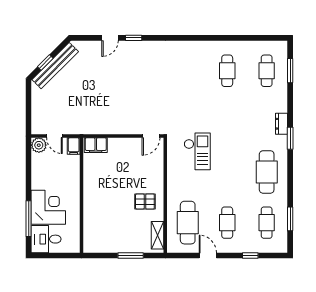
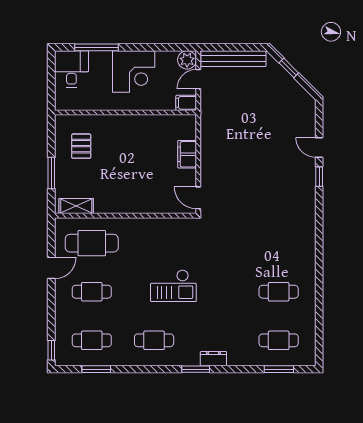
bench: (55, 66) -> (233, 59), moved, turned -45
filing cabinet: (96, 145) -> (187, 154), moved
checkout: (197, 151) -> (173, 286), moved
cafe table: (267, 172) -> (154, 340), width x0.73, depth x0.74
pallet: (145, 201) -> (81, 146), moved
corner desk: (48, 207) -> (134, 72), moved
window: (250, 256) -> (51, 350), moved

